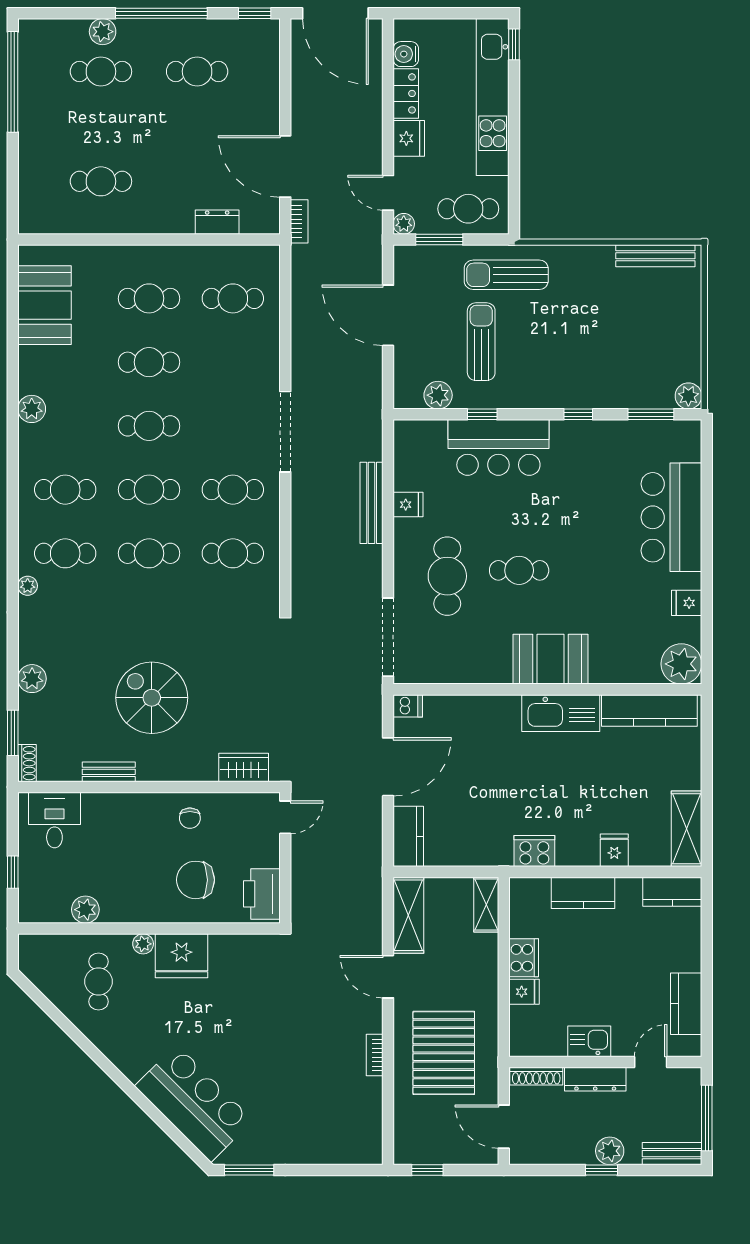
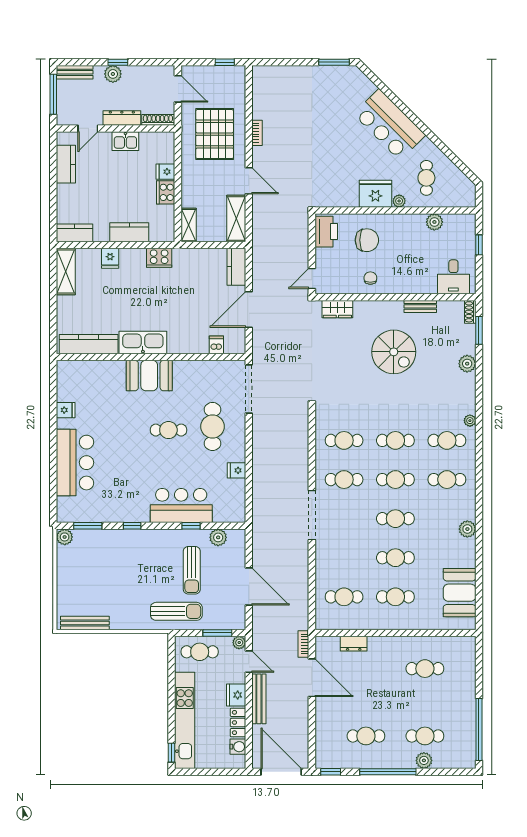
bench: (372, 503) -> (259, 699), moved
plant: (681, 664) -> (69, 373), removed
dishwasher: (408, 706) -> (216, 345), moved, turned 90
bar counter: (194, 1103) -> (389, 125), moved

